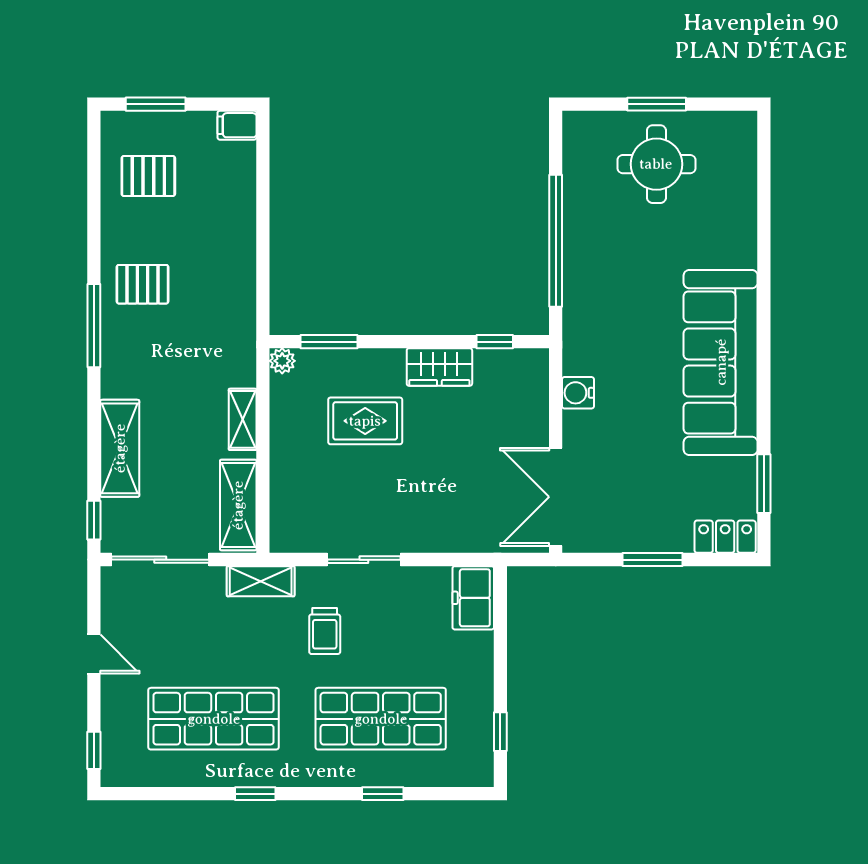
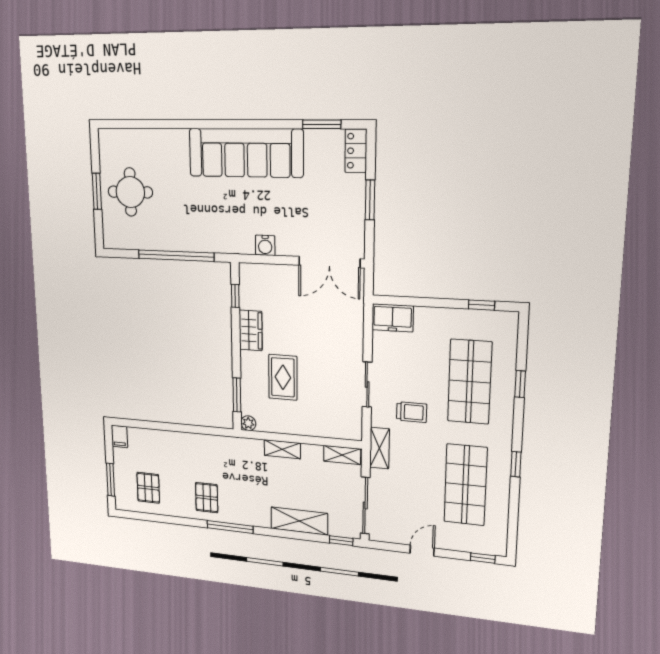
shelving: (238, 505) -> (342, 455), width x0.67, depth x0.75

